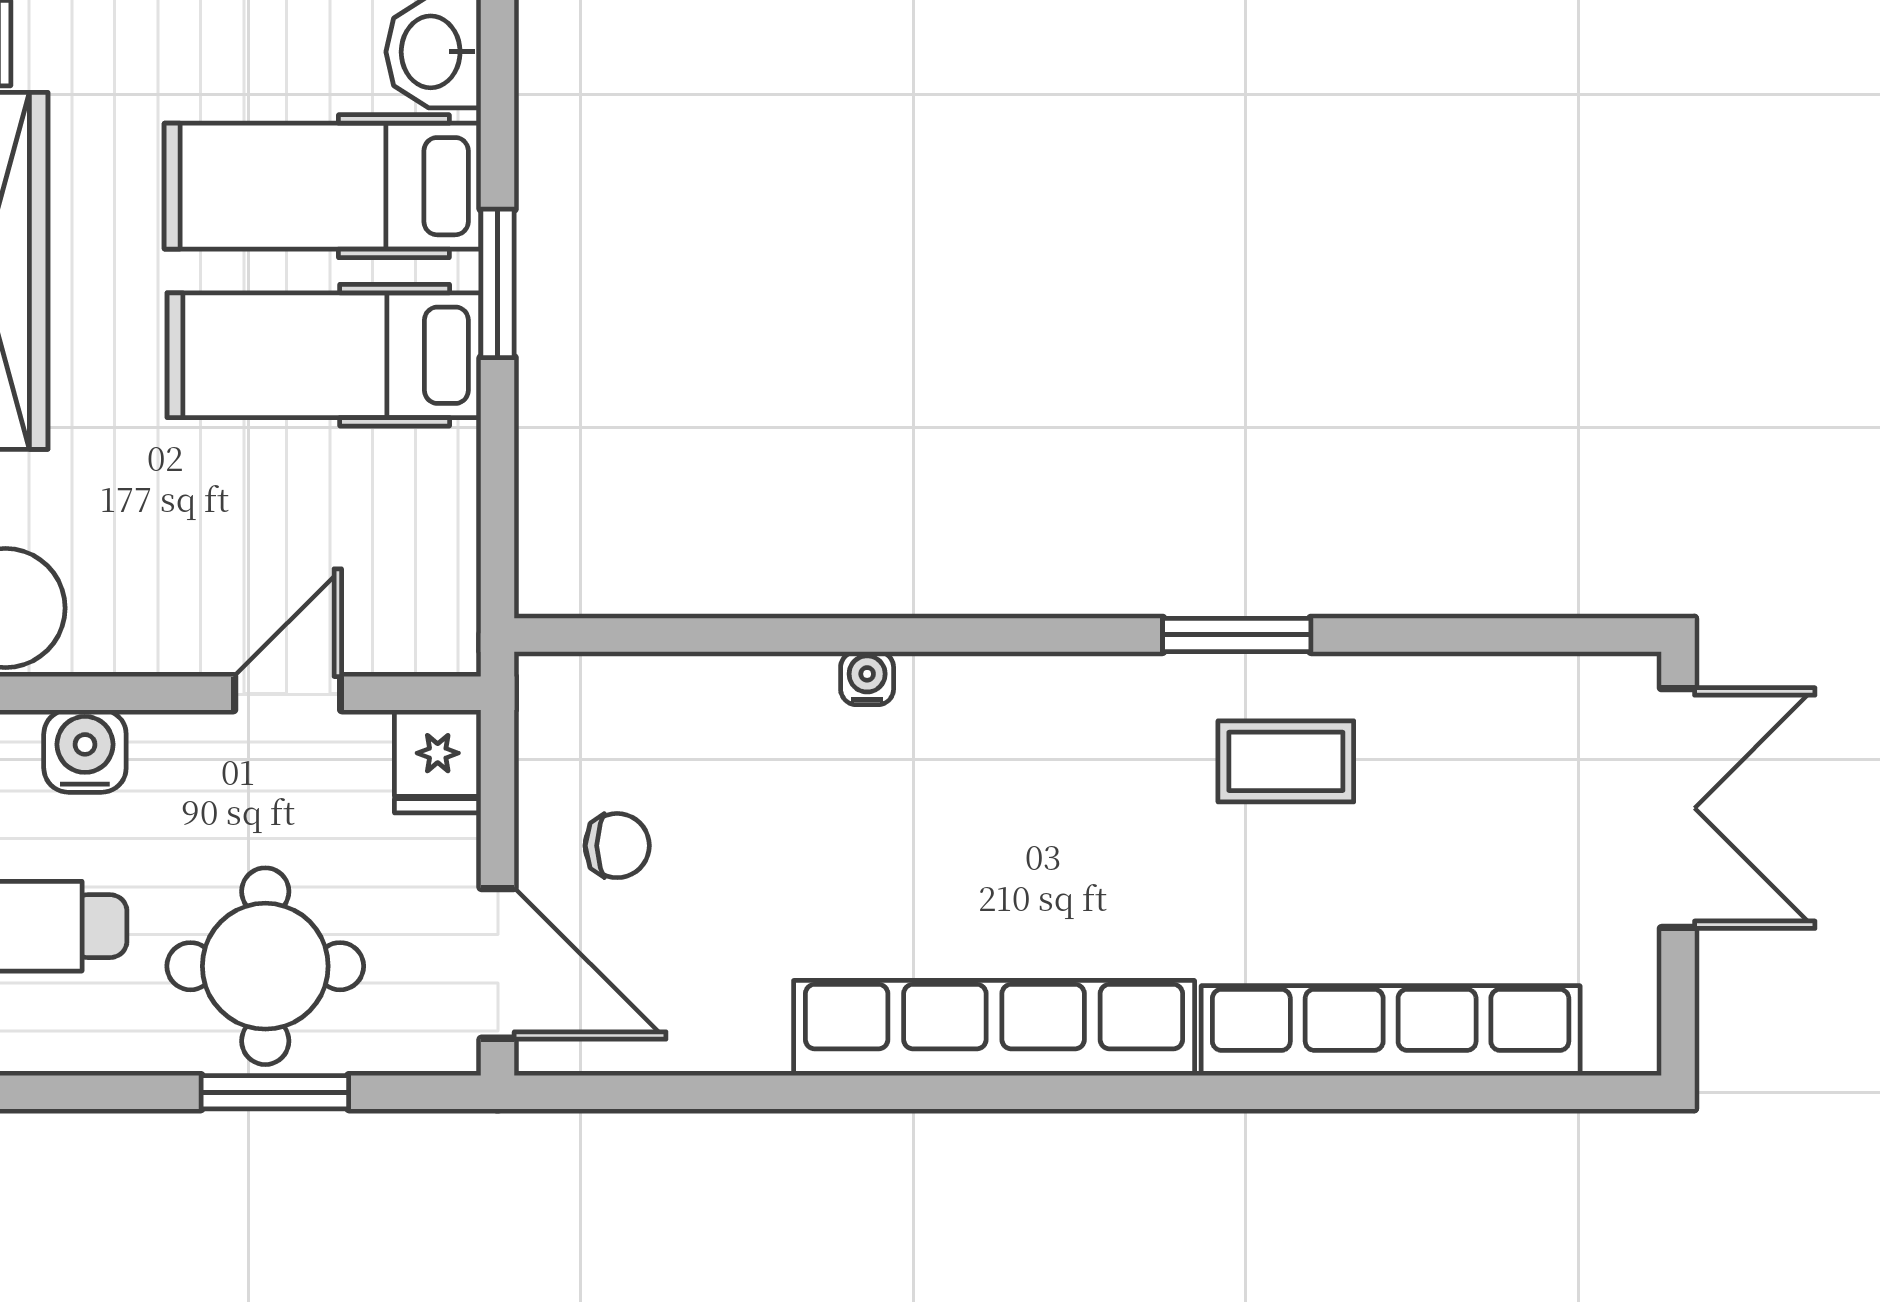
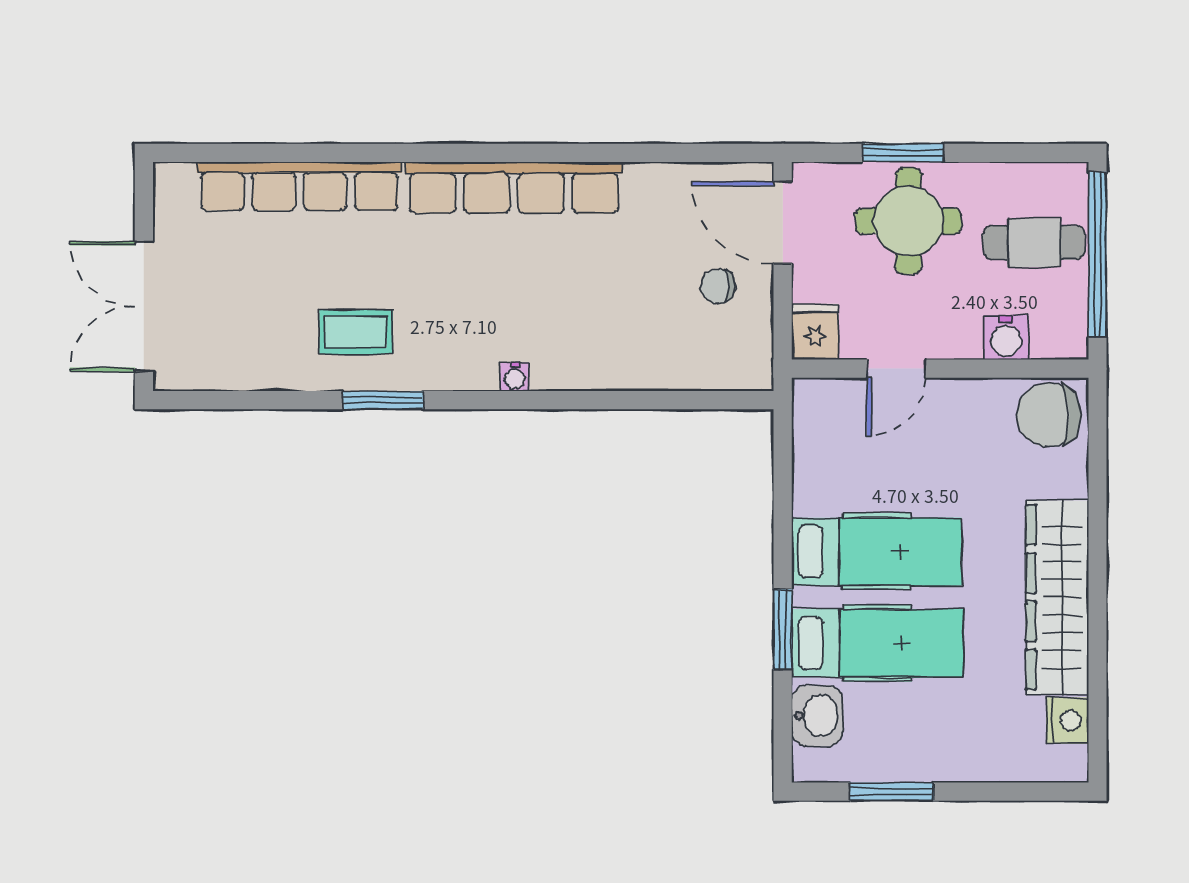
window: (498, 283) -> (783, 630), moved
water cooler: (867, 678) -> (515, 377), moved

